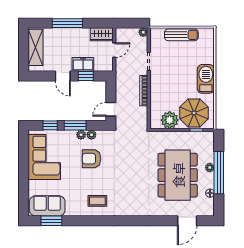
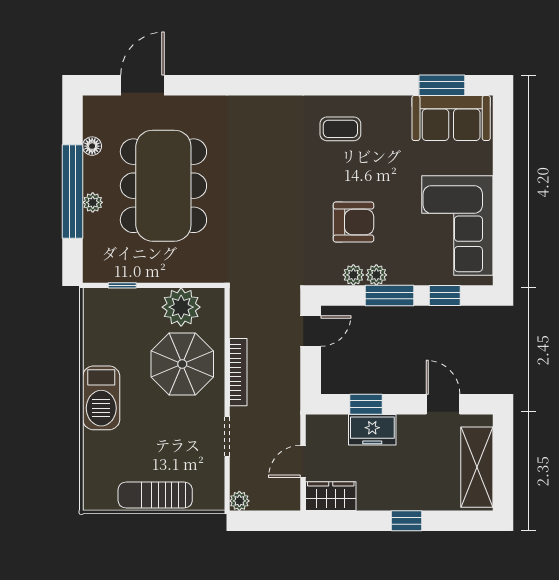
window: (67, 23) -> (406, 521), width x0.46
door: (63, 76) -> (443, 404), moved
parasol: (194, 113) -> (182, 364), moved

